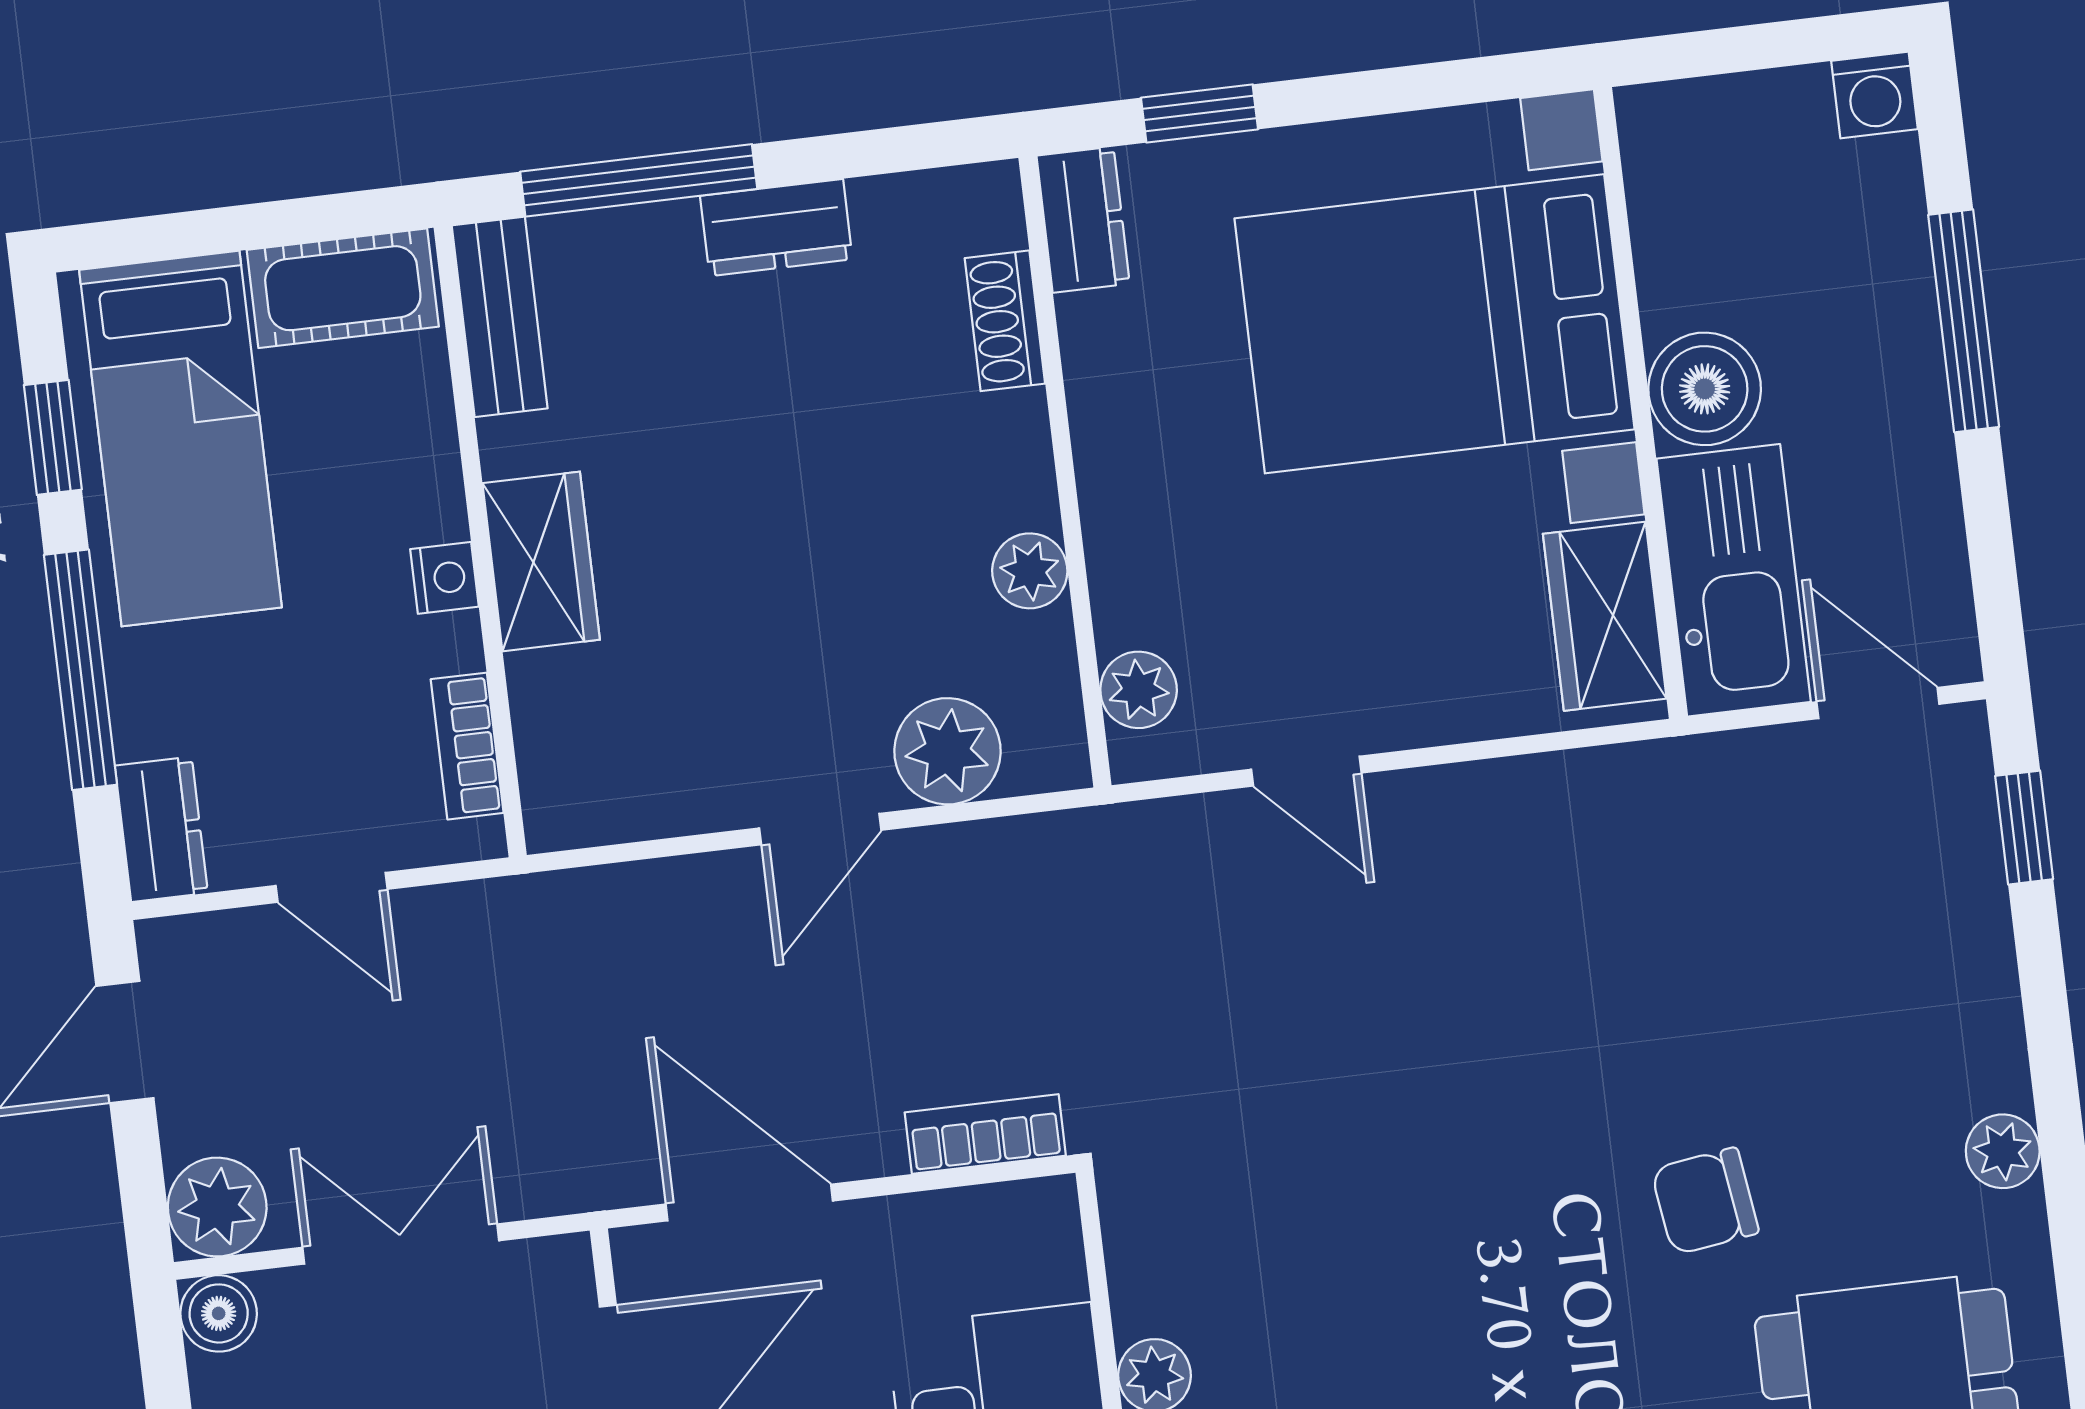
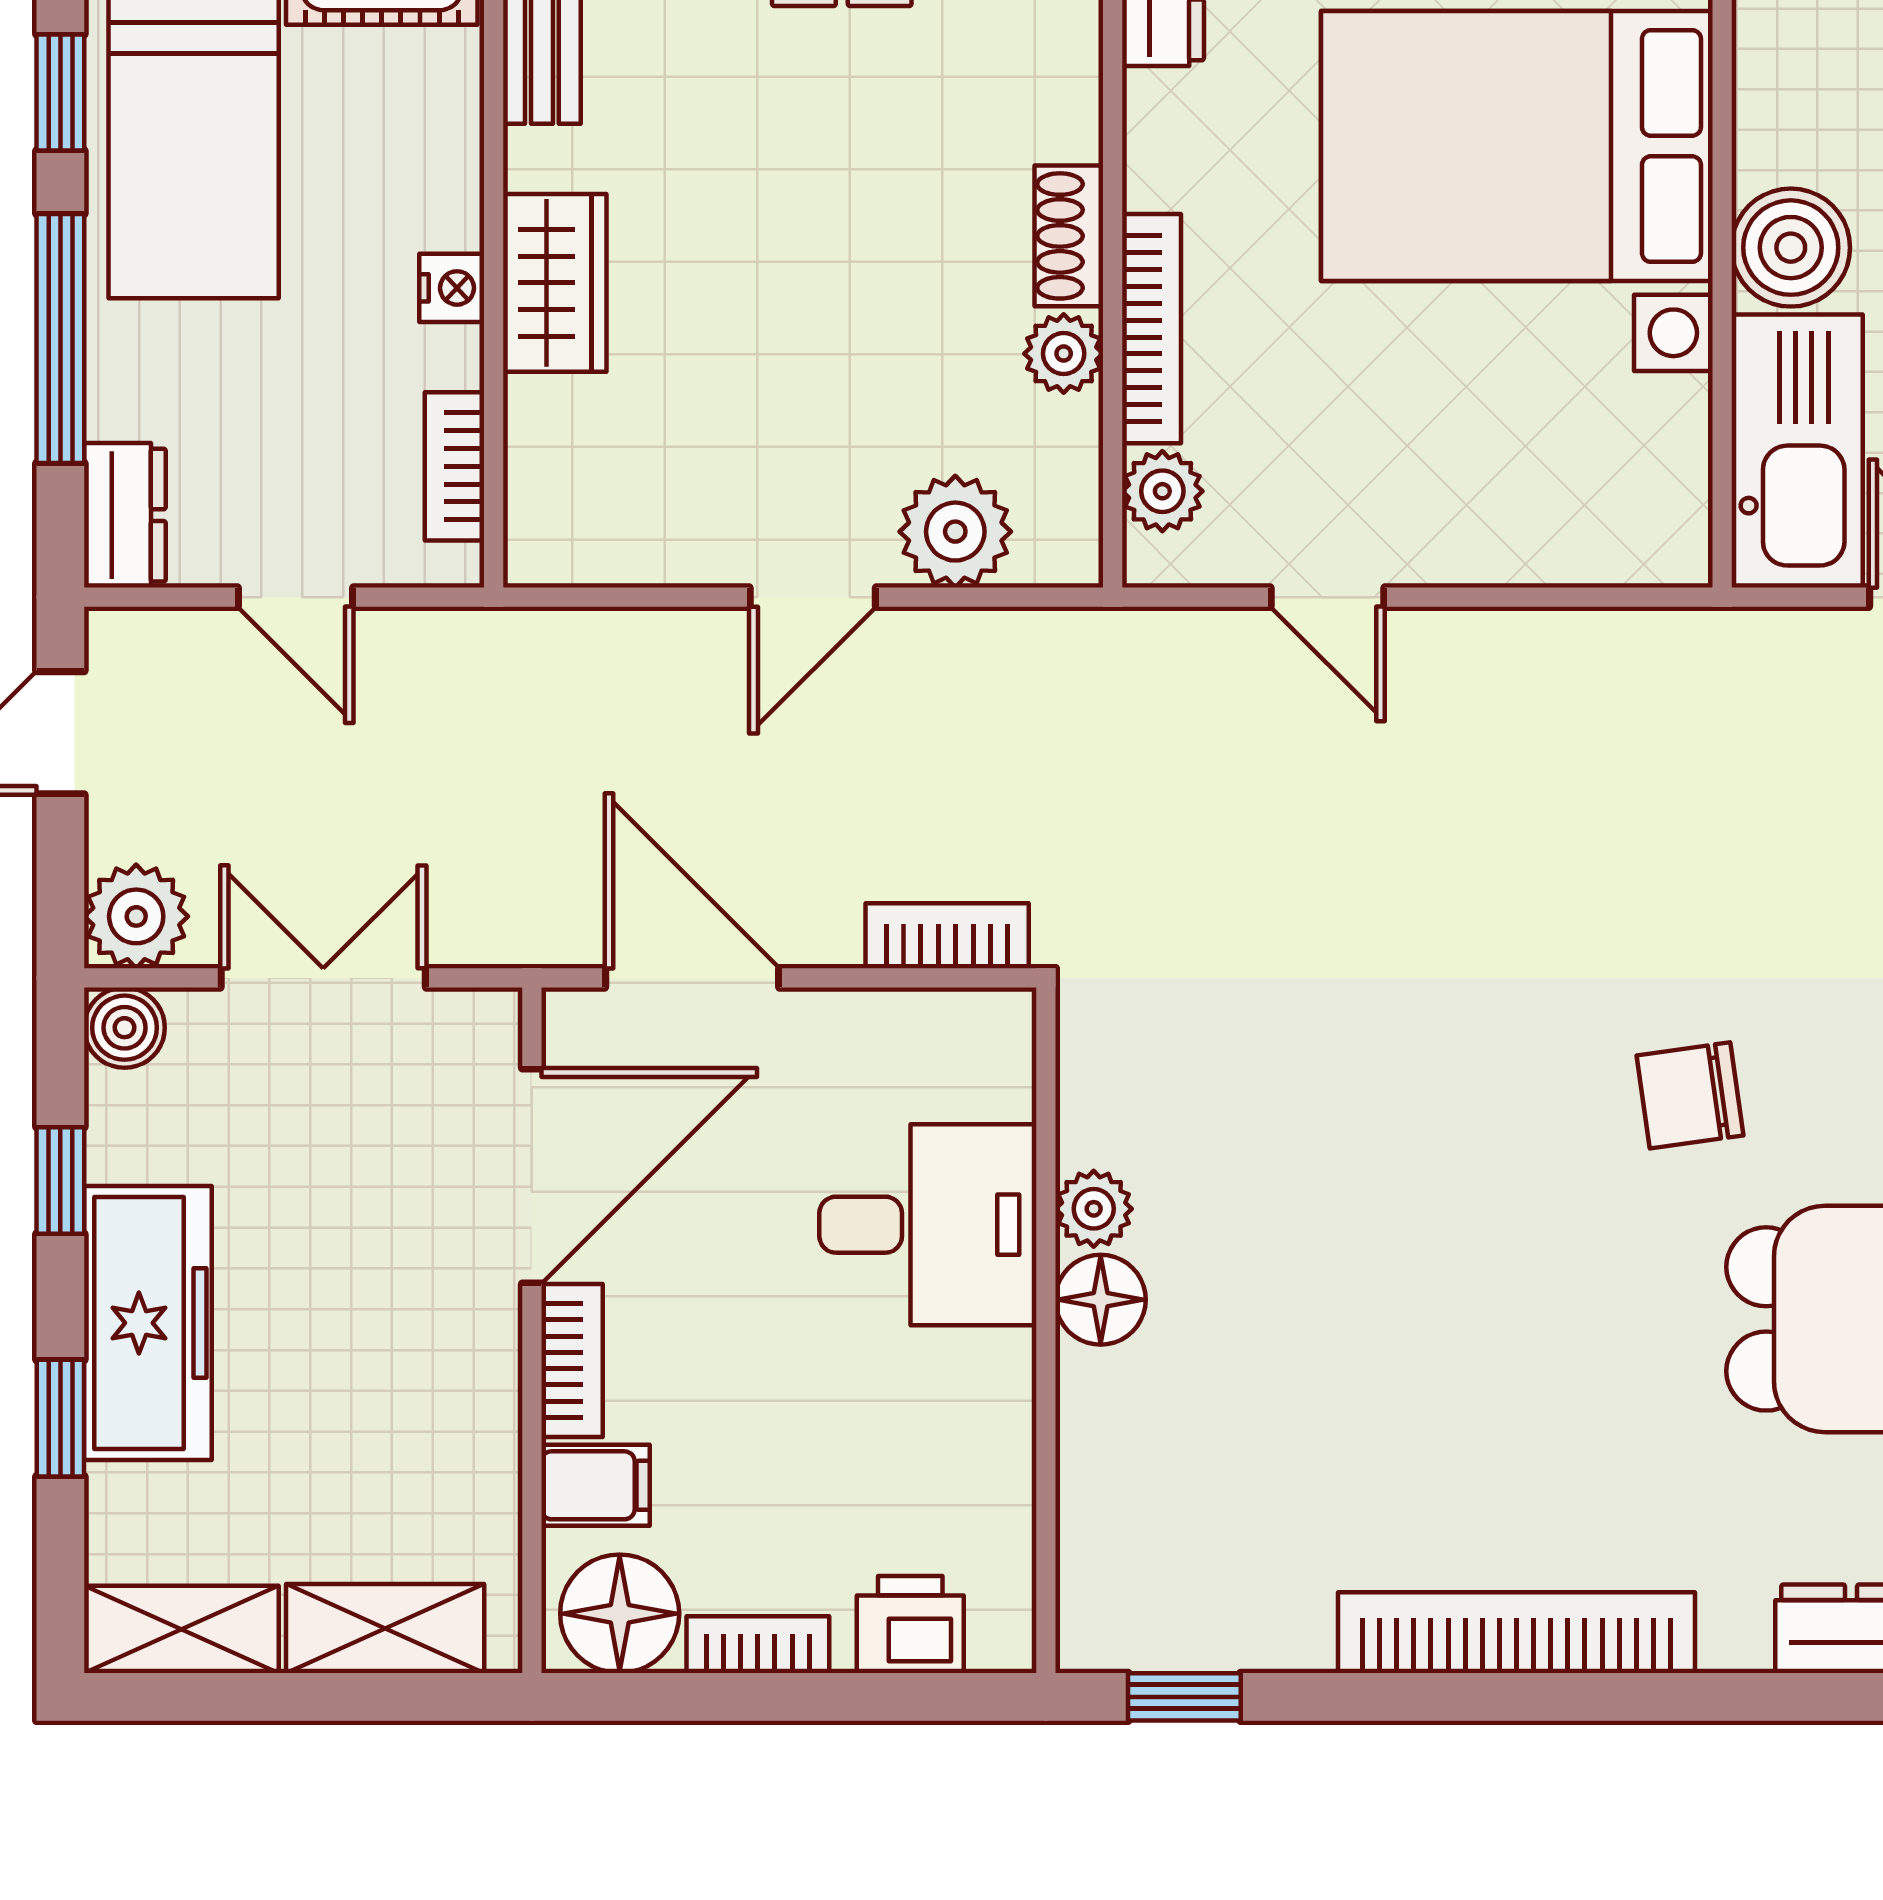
shoe rack: (1005, 321) -> (1069, 236), moved
bookcase: (1110, 537) -> (1152, 329), added
wardrobe: (1605, 616) -> (1658, 472), removed

